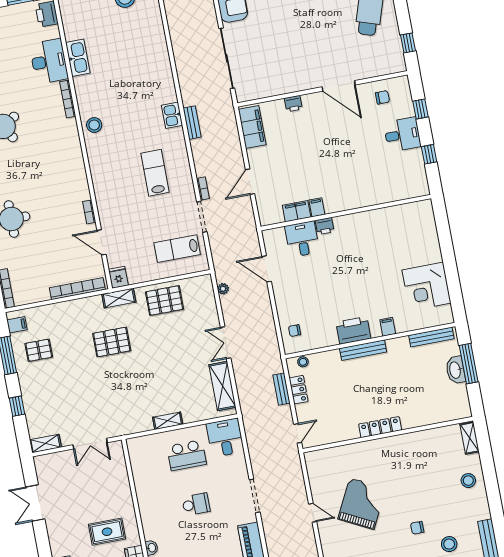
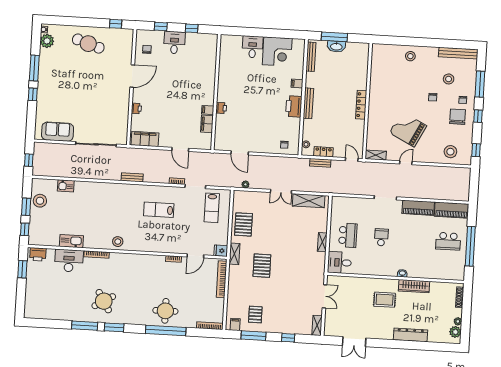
kitchen sink: (172, 115) -> (66, 186), moved
desk: (302, 239) -> (252, 47), moved, turned 90
door: (267, 269) -> (240, 153), hinge flipped
desk: (225, 438) -> (339, 263), moved
shelving: (469, 438) -> (376, 155), moved
rug: (107, 532) -> (385, 300), turned 90

